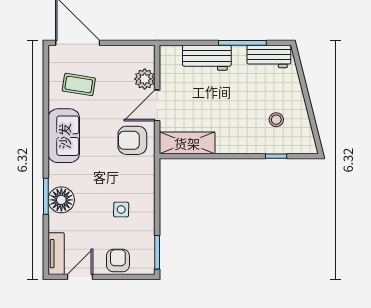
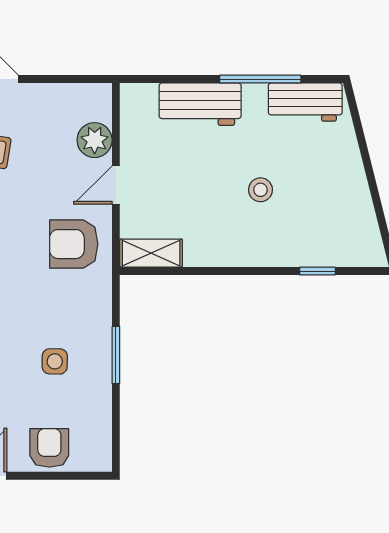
door: (157, 105) -> (116, 185), width x0.73
stool: (276, 120) -> (260, 190), moved
shelving: (187, 143) -> (151, 253), width x0.67, depth x0.75
window: (157, 252) -> (116, 355), moved

